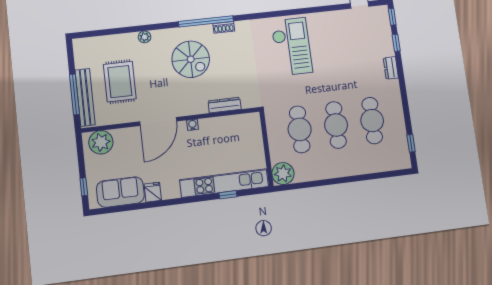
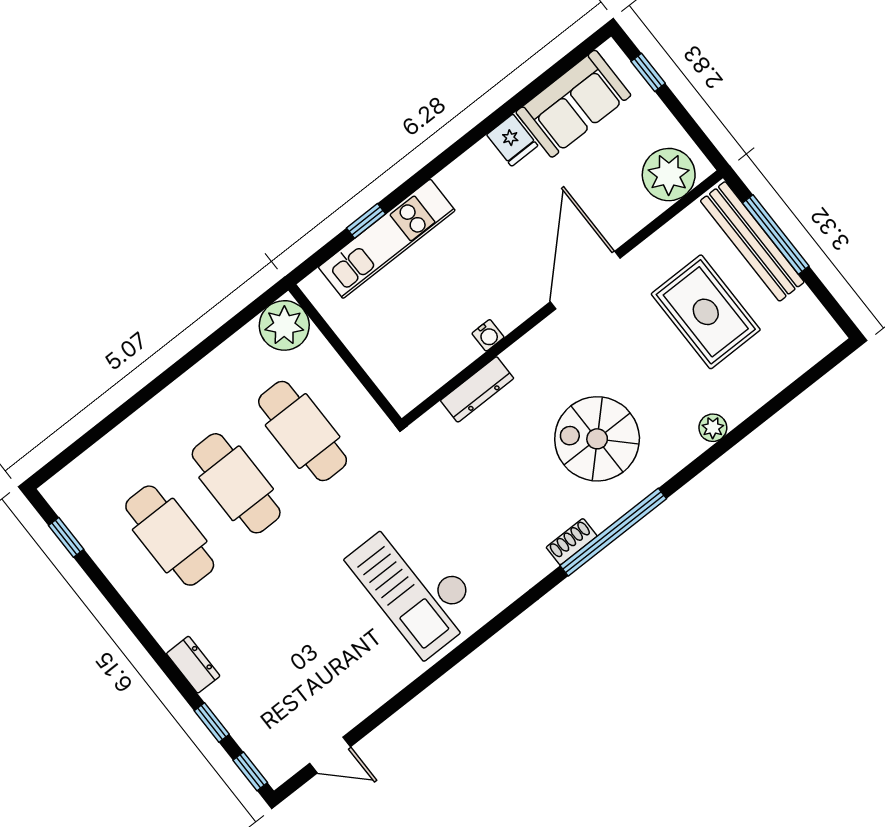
water cooler: (193, 125) -> (488, 335), moved
kitchen unit: (224, 183) -> (387, 239), width x0.73

